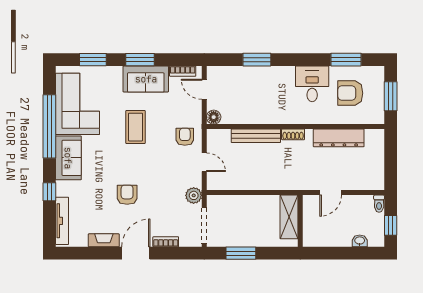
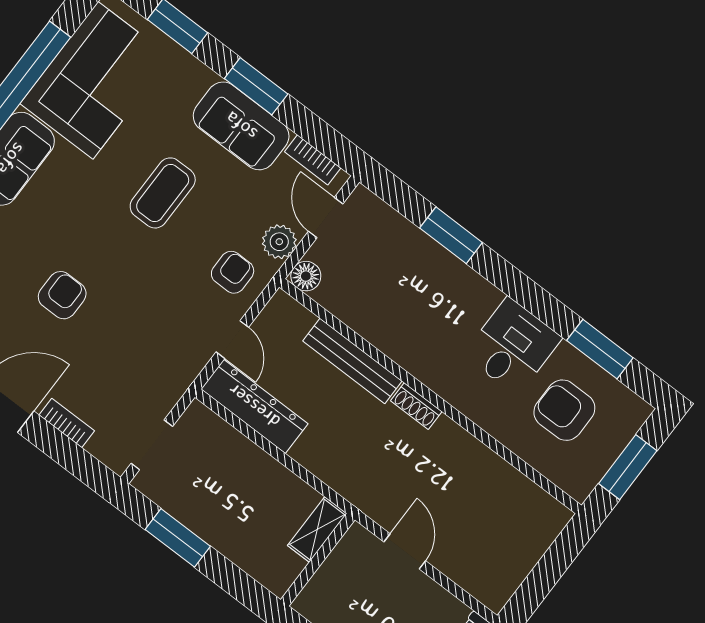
dresser: (339, 138) -> (254, 406), moved, turned 180
door: (331, 193) -> (405, 551), swing flipped
plant: (194, 195) -> (279, 242), moved
shelving: (289, 217) -> (317, 529), width x0.67, depth x0.75
doorway: (204, 225) -> (152, 445), width x0.73

